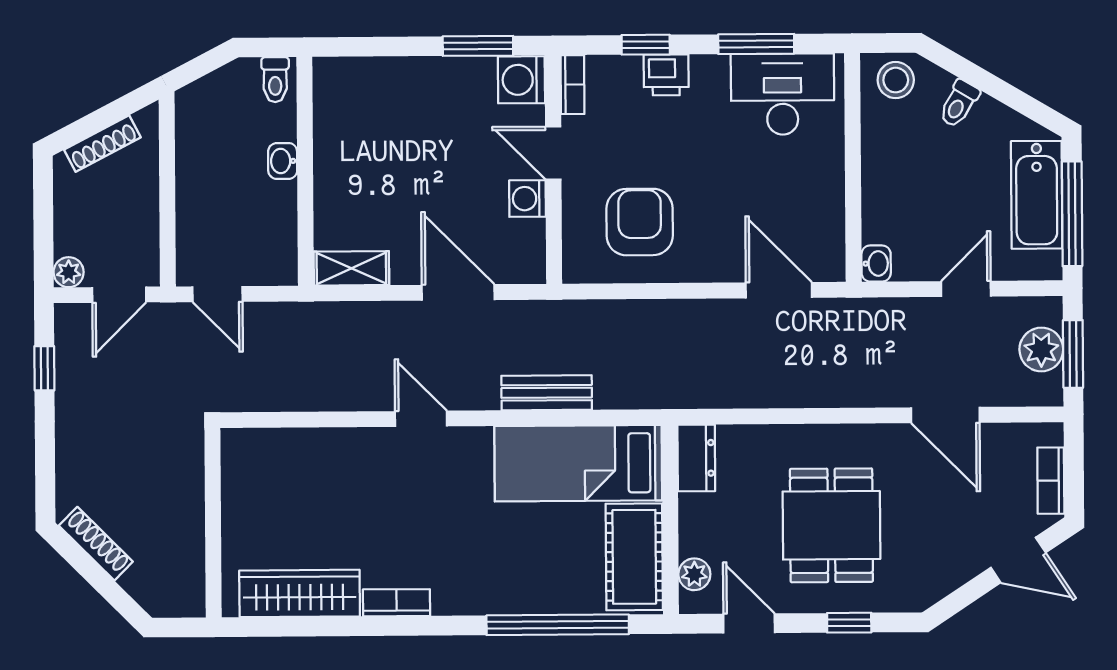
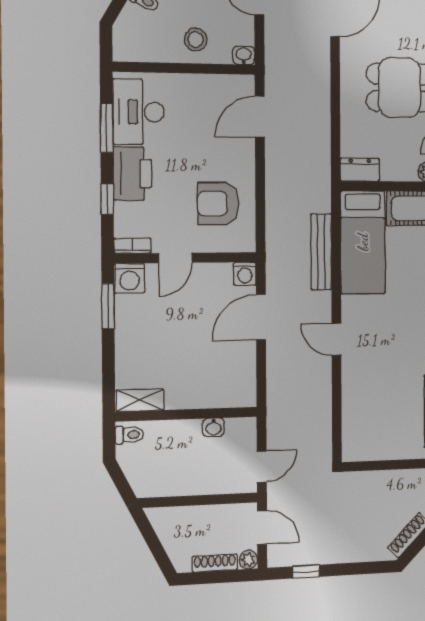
printer: (666, 75) -> (132, 174), width x1.87, depth x1.48
stool: (896, 80) -> (196, 40), moved
shoe rack: (102, 143) -> (215, 563), moved, turned -62
washbasin: (283, 161) -> (214, 427), moved
washing machine: (527, 199) -> (245, 274), moved
shelving: (351, 268) -> (140, 400), moved, turned 90
bench: (547, 393) -> (321, 252), width x1.36
door: (421, 419) -> (336, 339), hinge flipped

